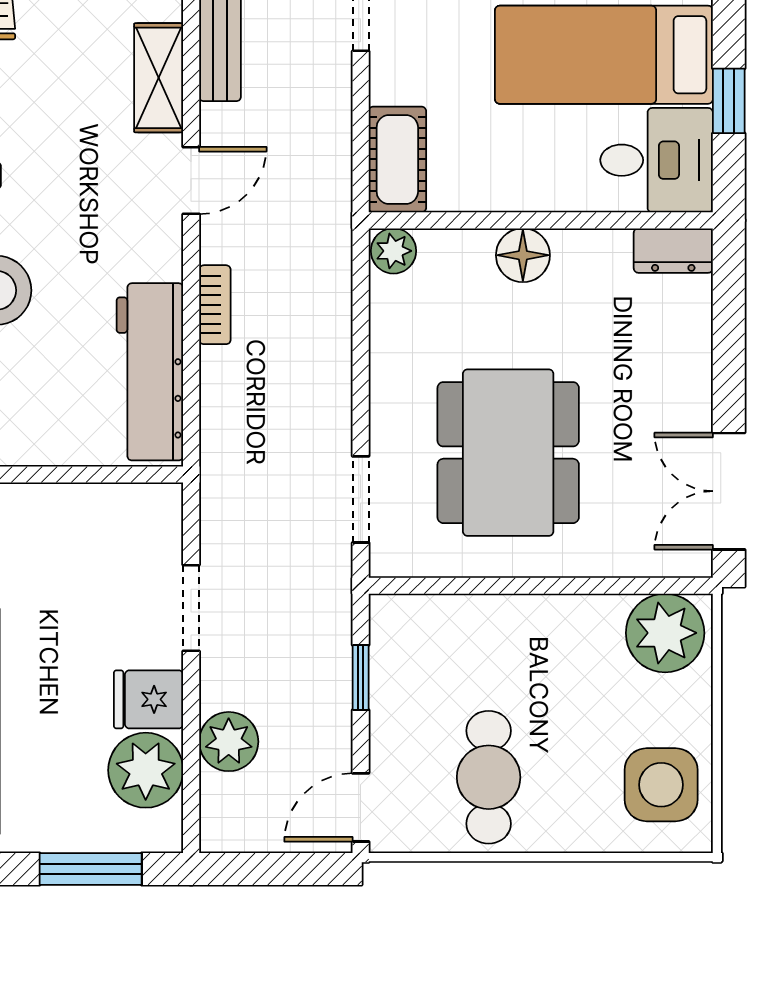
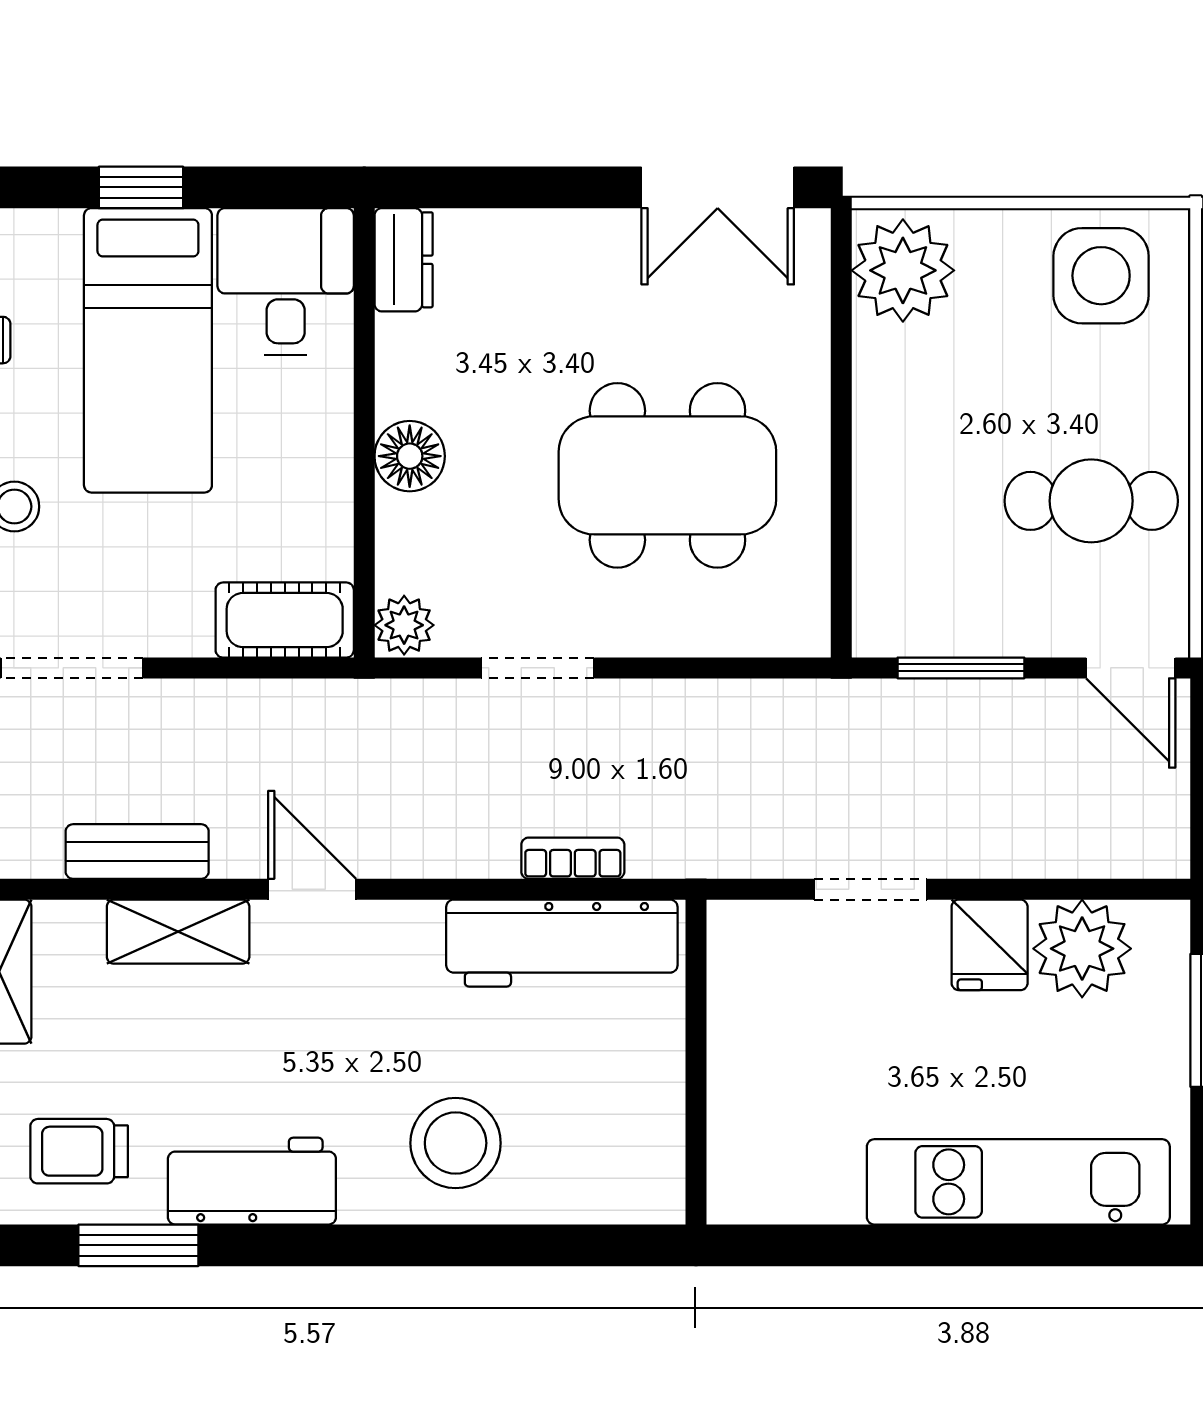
window: (729, 101) -> (141, 187), moved
bookcase: (215, 305) -> (573, 858), moved
doorway: (361, 499) -> (538, 668), moved
window: (361, 677) -> (961, 668), width x1.50
plant: (229, 742) -> (1045, 840), removed

